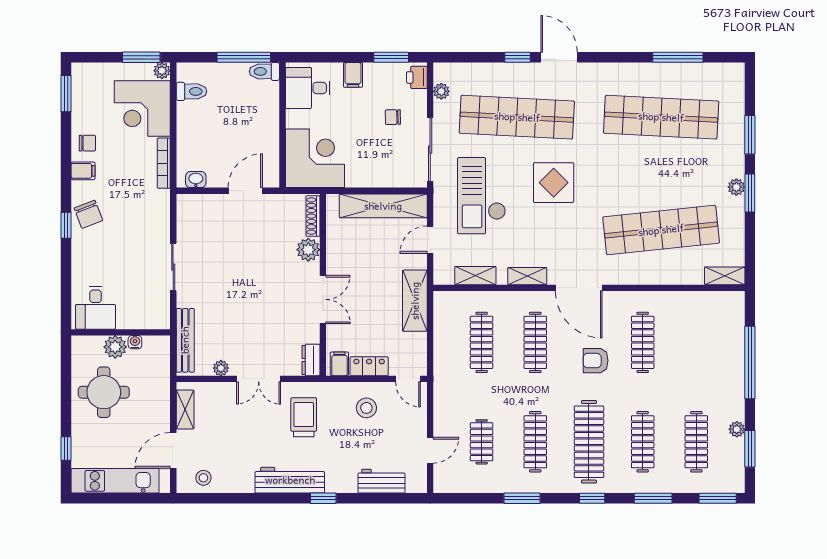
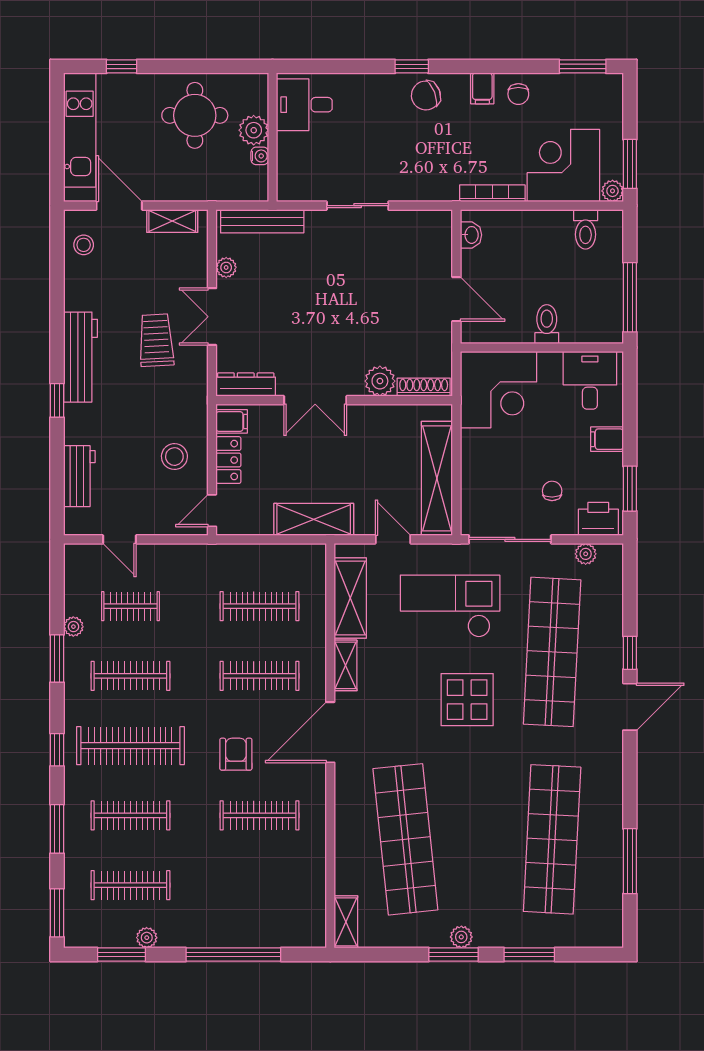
toilet: (264, 71) -> (547, 324), moved
printer: (417, 77) -> (598, 519), width x1.36, depth x1.24
shelving: (475, 276) -> (350, 598), width x1.50, depth x1.33
dresser: (311, 360) -> (246, 385), width x1.44
trolley: (304, 417) -> (156, 340), moved, turned -93
plant: (497, 486) -> (73, 627), added

